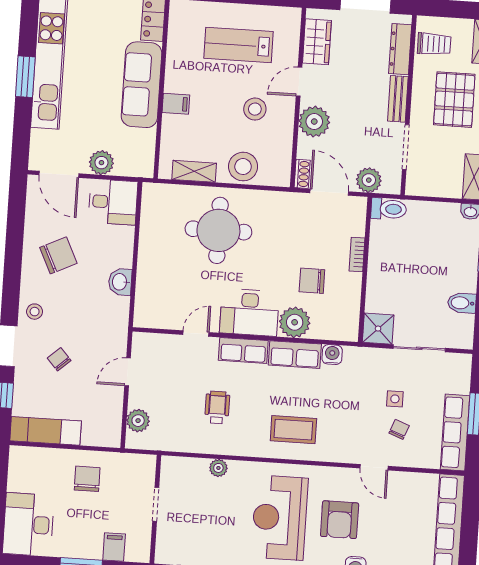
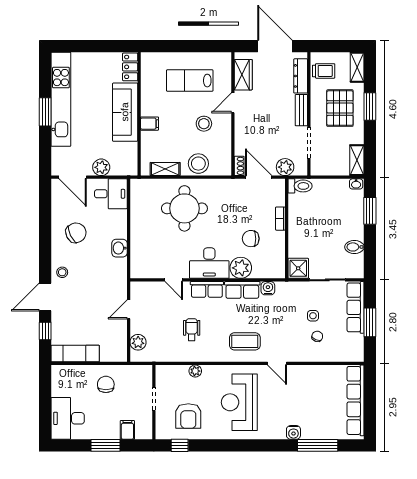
plant: (314, 122) -> (245, 129), removed
door: (196, 333) -> (174, 280), swing flipped
chair: (59, 359) -> (81, 304), removed
row of seats: (455, 432) -> (356, 307), moved
door: (374, 467) -> (277, 363), moved
armchair: (340, 520) -> (188, 416), moved

